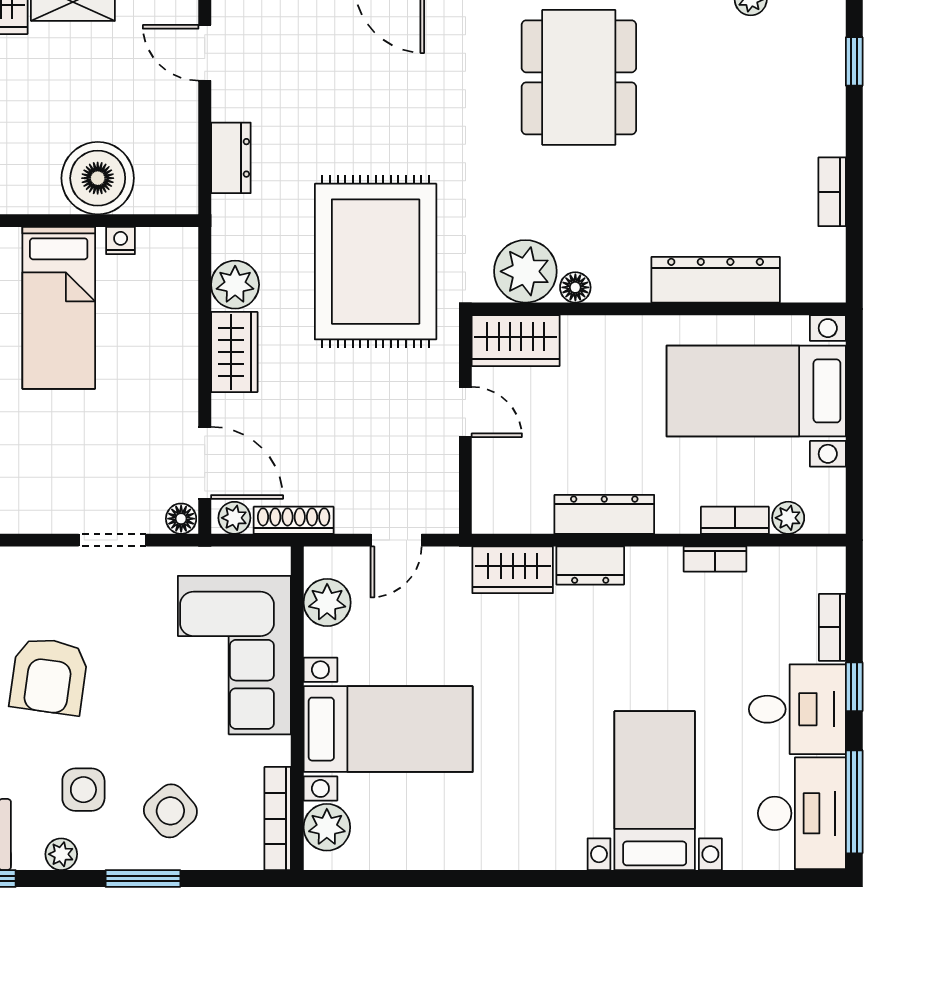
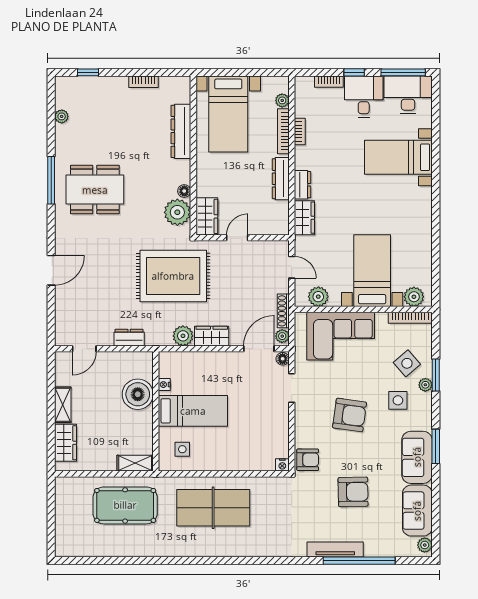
bookcase: (735, 520) -> (283, 131), width x1.56
plant: (61, 854) -> (425, 385), moved

